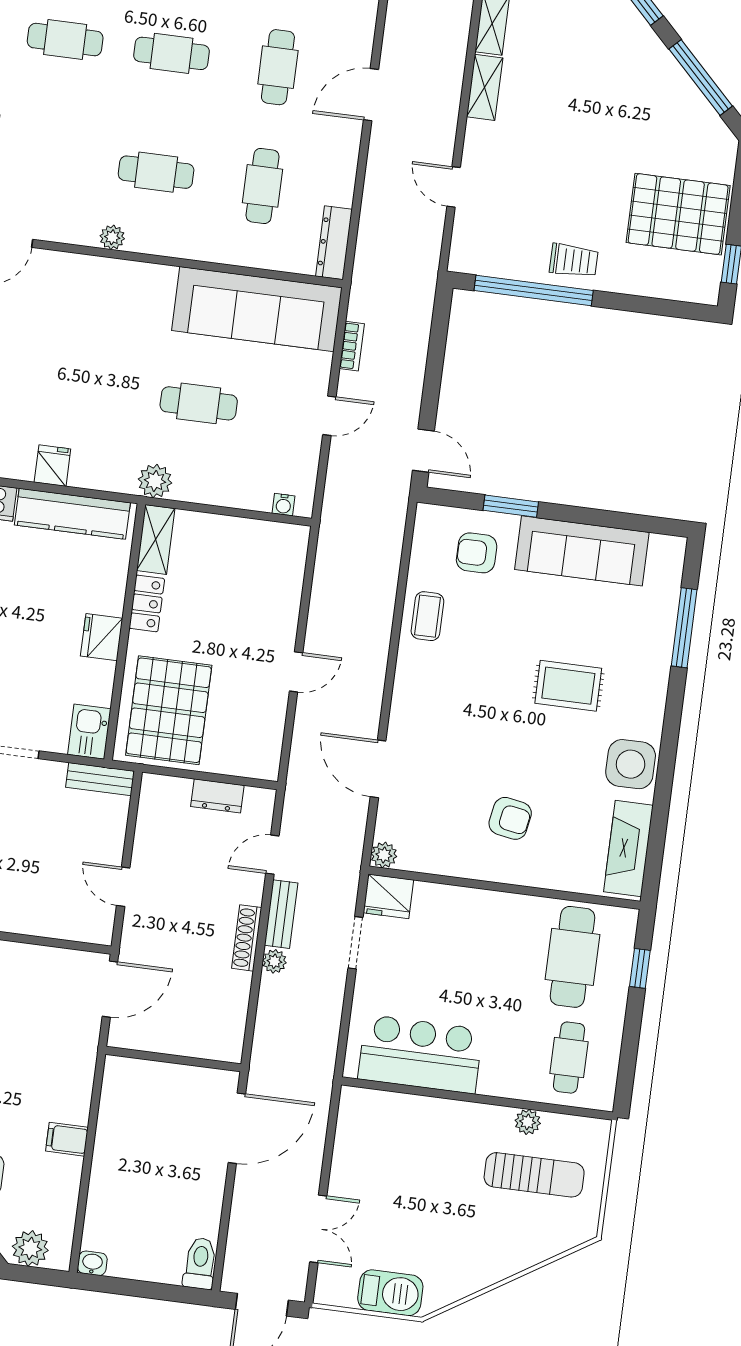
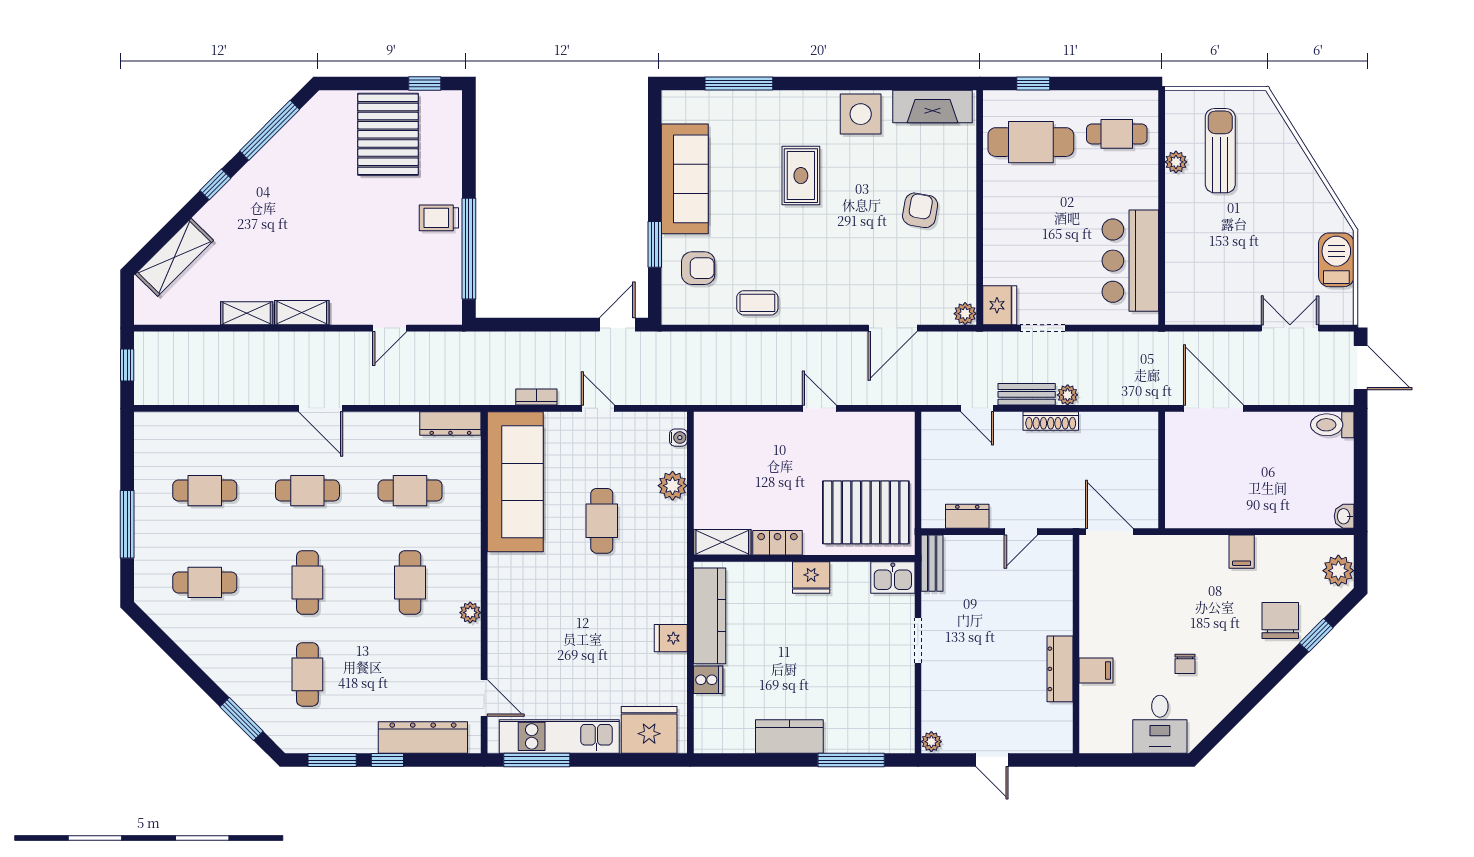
trolley: (574, 260) -> (439, 218), turned -90
plant: (155, 481) -> (673, 486), moved
armchair: (477, 553) -> (698, 268), turned -90
dresser: (217, 796) -> (967, 516), moved, turned -90

